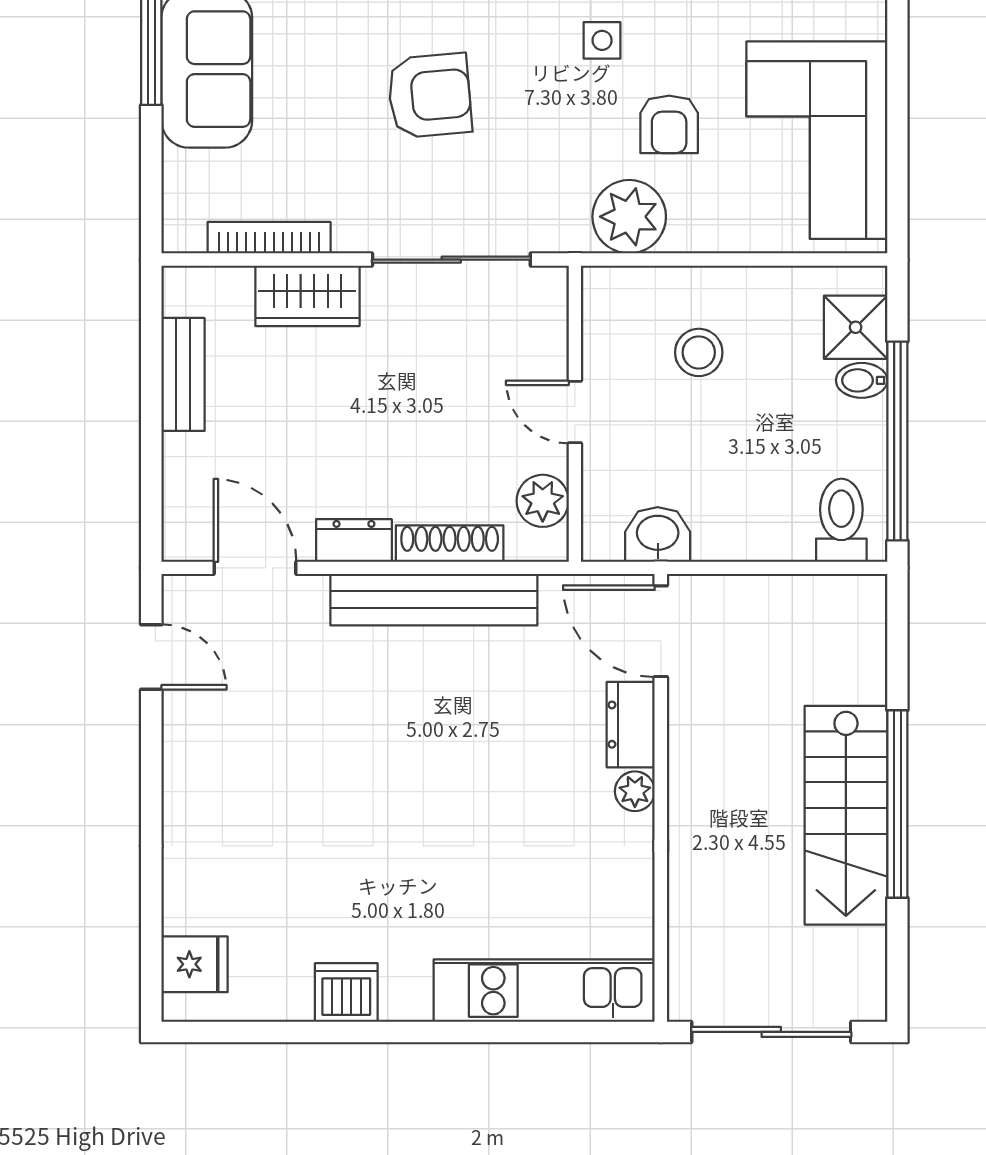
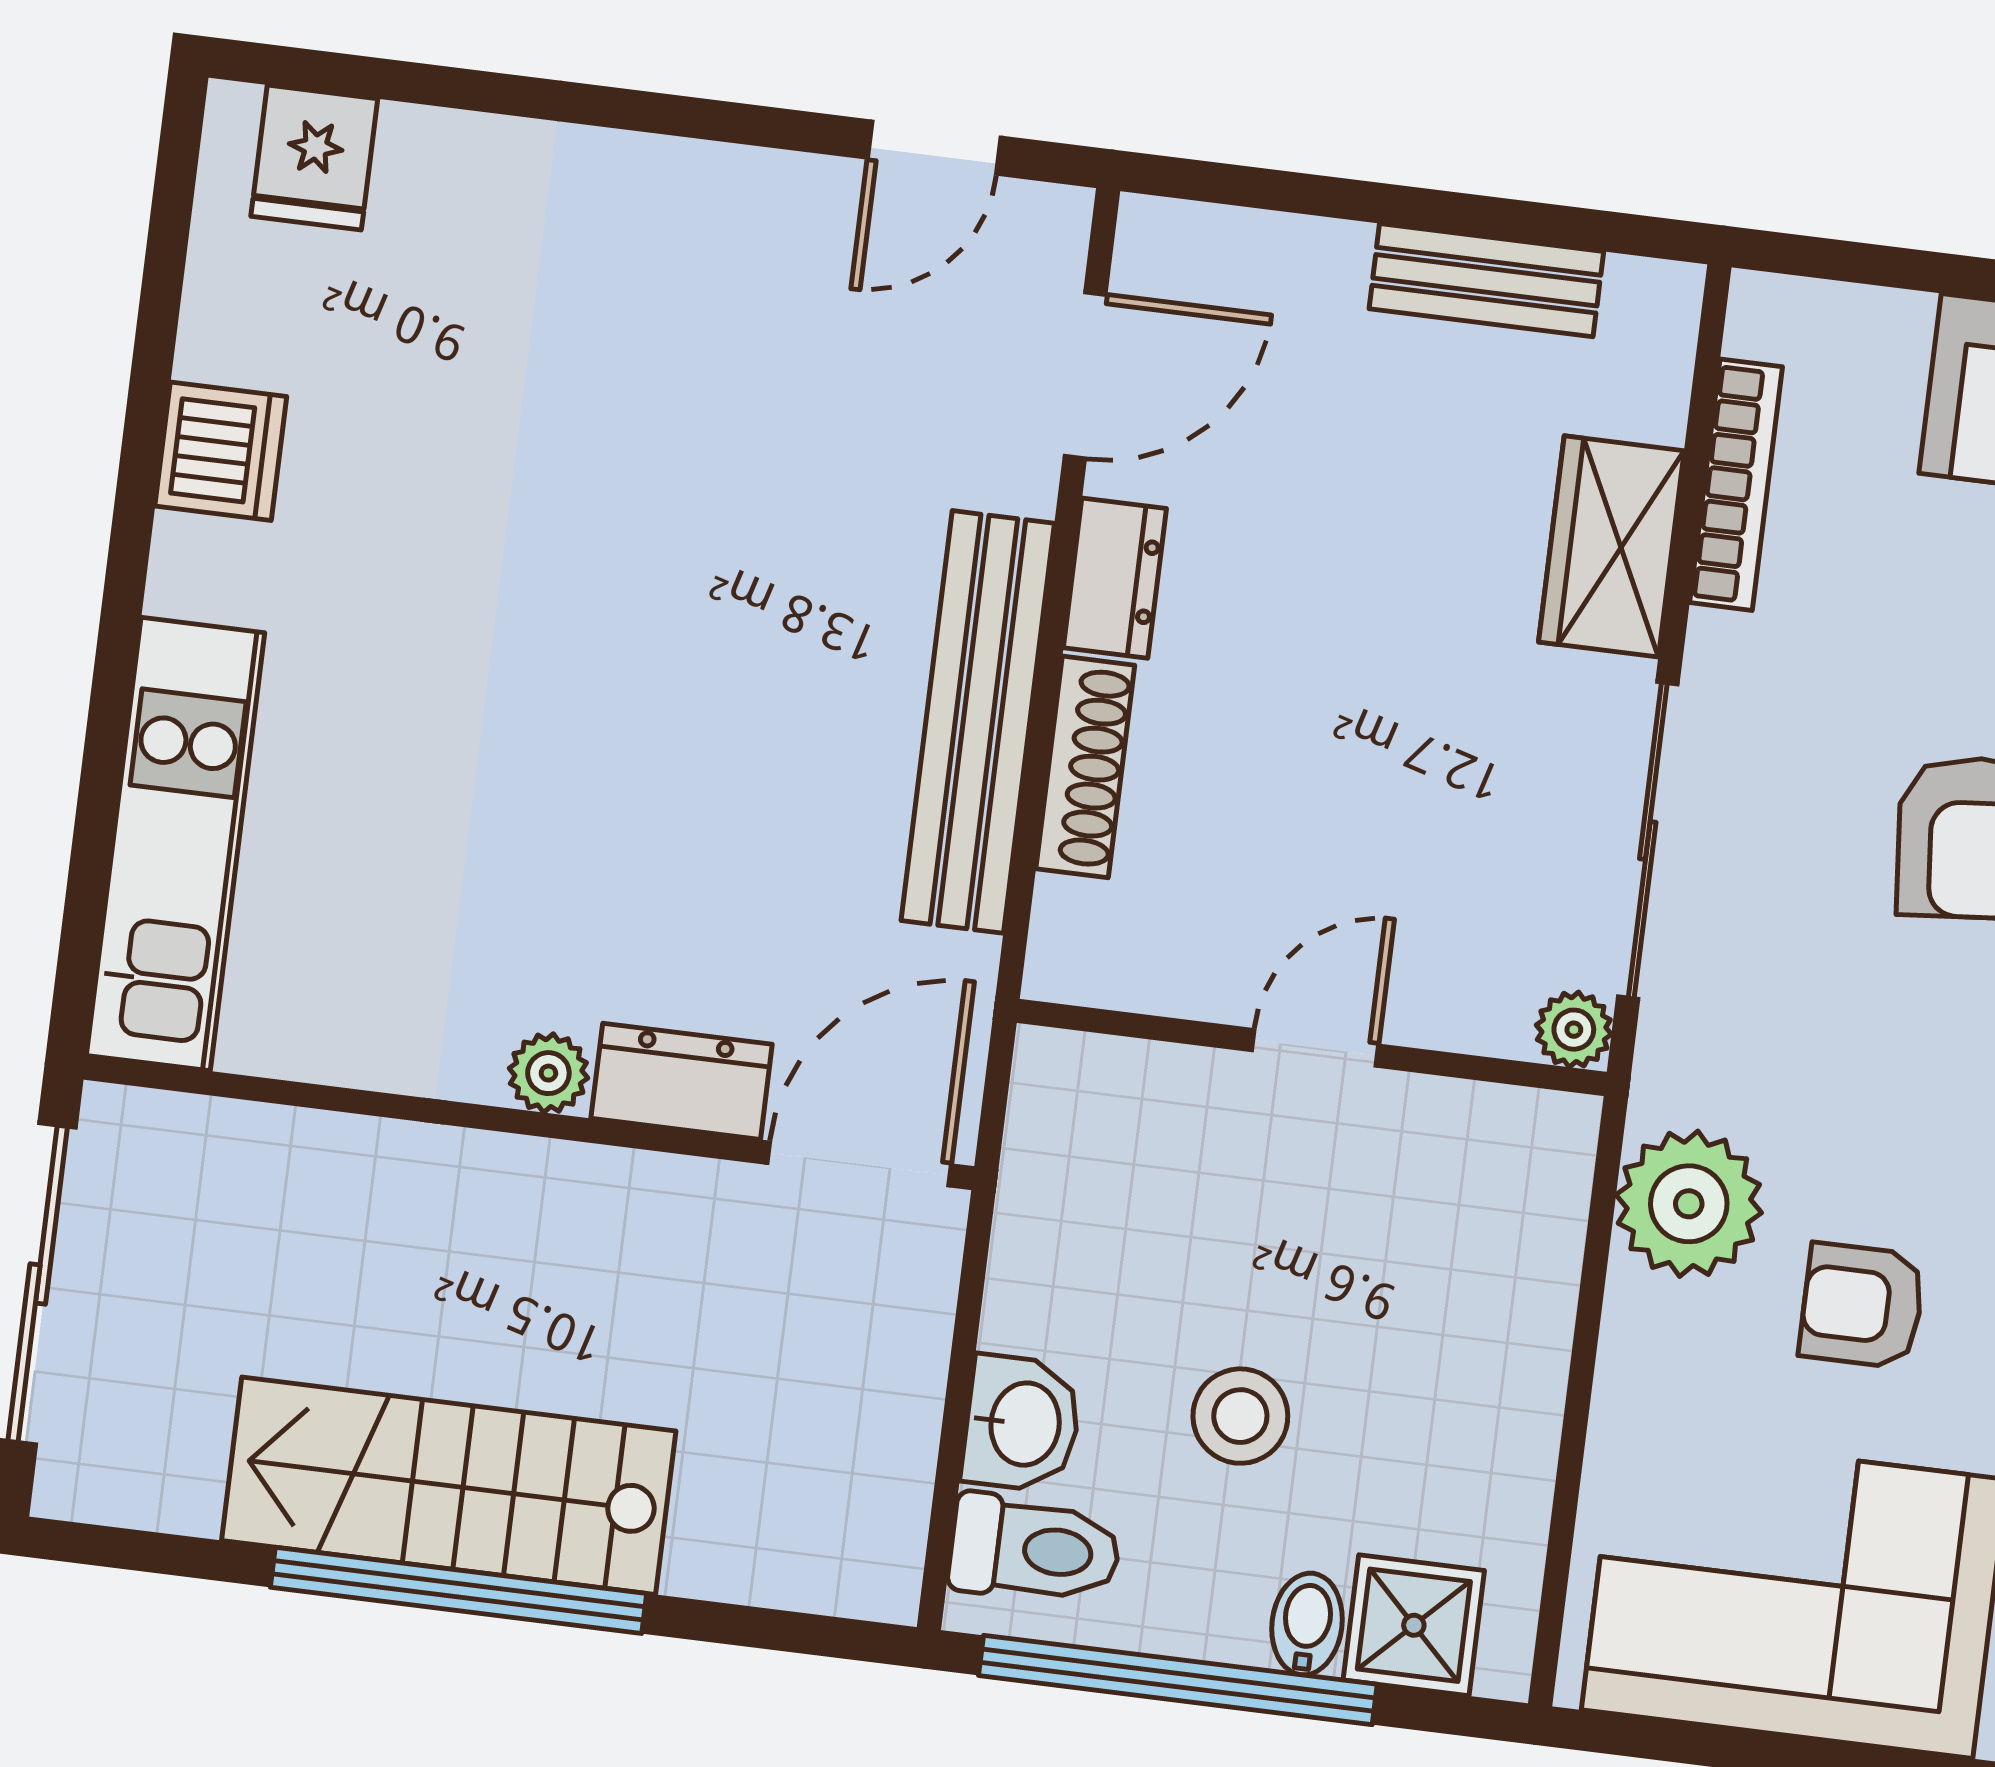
stool: (699, 352) -> (1240, 1416), moved
plant: (543, 501) -> (1574, 1030), moved, width x0.73, depth x0.73
washbasin: (658, 534) -> (1022, 1424), moved

